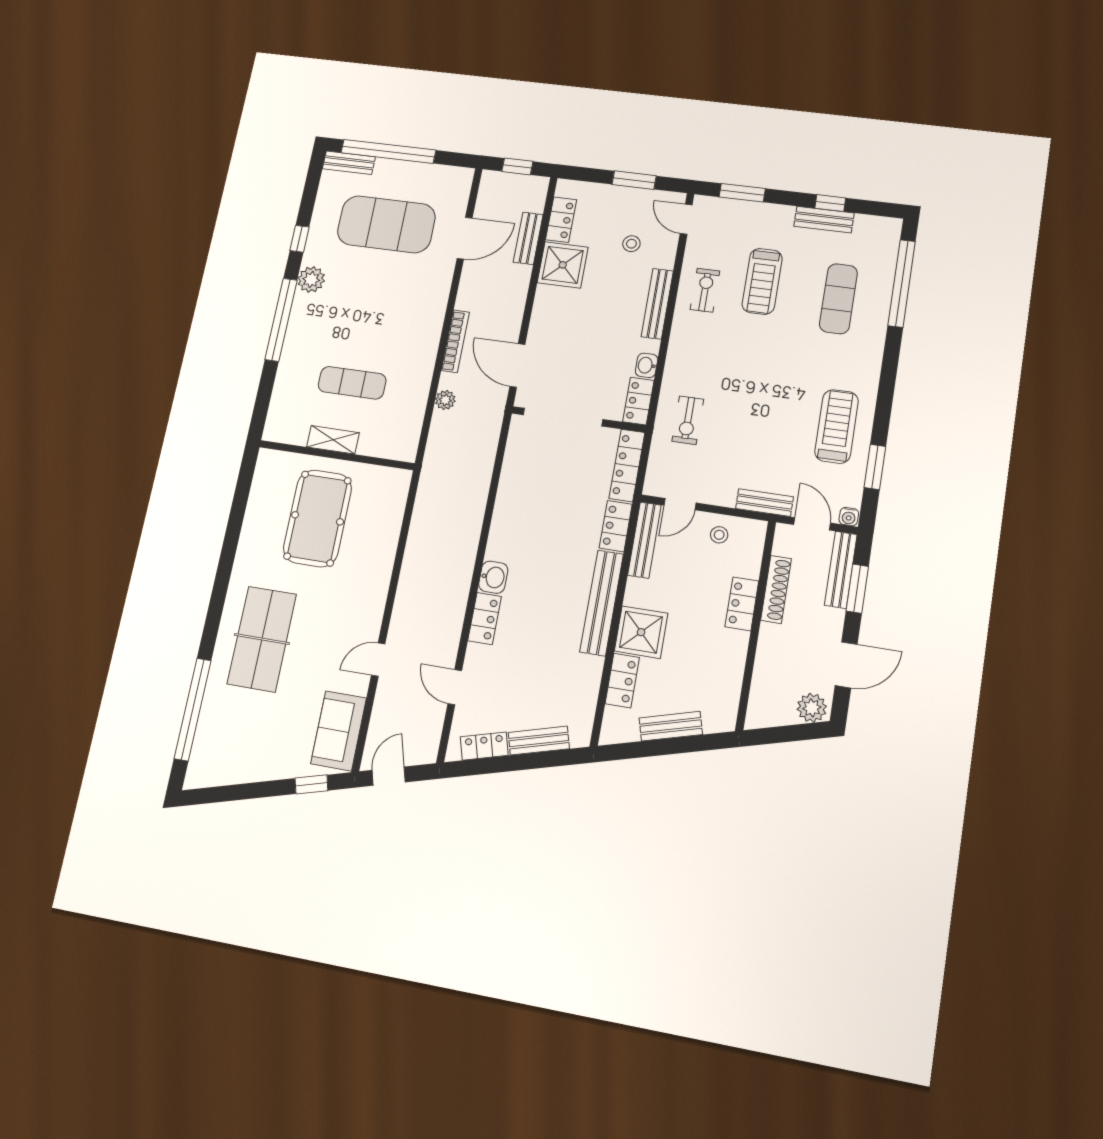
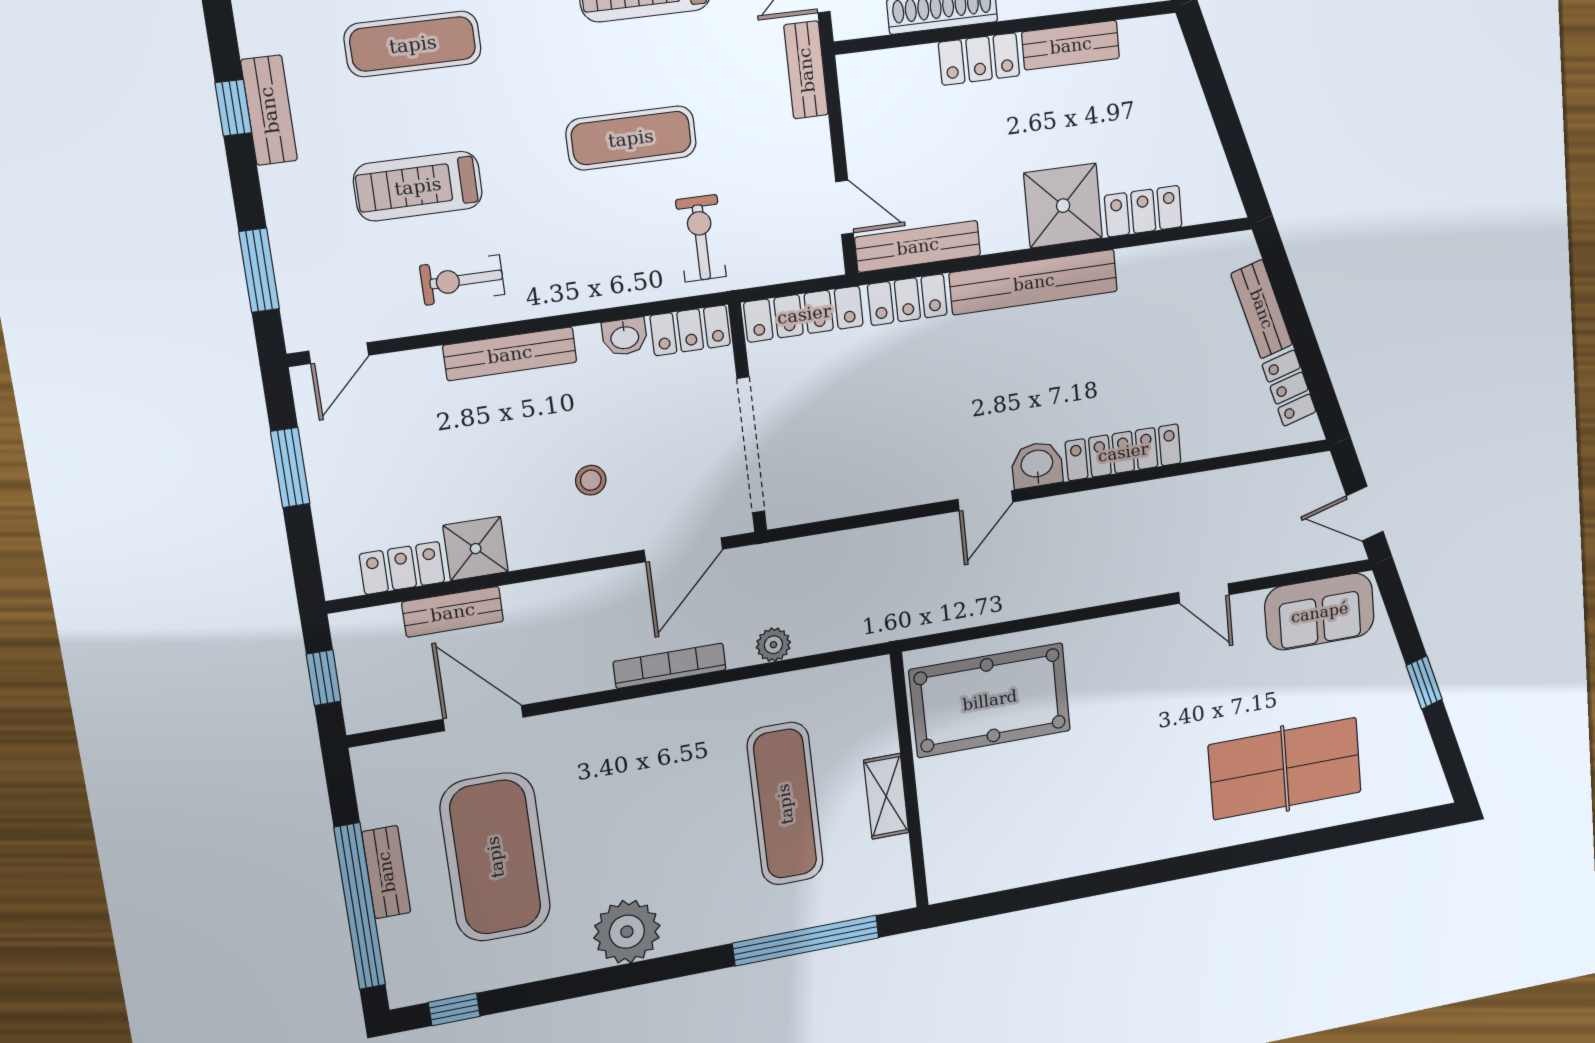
bench: (349, 163) -> (386, 872), moved
window: (300, 239) -> (454, 1009), moved
stool: (631, 244) -> (591, 480), moved
shower: (563, 265) -> (476, 549), width x0.73, depth x0.73
plant: (311, 279) -> (627, 932), width x1.36, depth x1.36
treadmill: (762, 281) -> (418, 186), turned 180
window: (281, 320) -> (806, 941), moved
exercise mat: (352, 383) -> (785, 804), width x1.36, depth x1.45
exercise mat: (755, 397) -> (631, 138), added
exercise bike: (688, 420) -> (701, 238), turned -90
pool table: (317, 518) -> (990, 700), moved
stool: (719, 535) -> (878, 129), removed
locker: (484, 619) -> (1123, 452), width x1.53
table tennis table: (262, 639) -> (1285, 769), moved
door: (455, 687) -> (985, 501), moved
window: (193, 709) -> (1341, 836), removed
bench: (671, 726) -> (1071, 45), moved, turned -74
window: (311, 784) -> (1424, 682), moved

